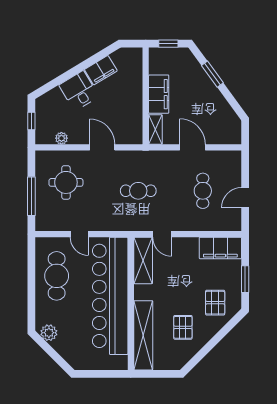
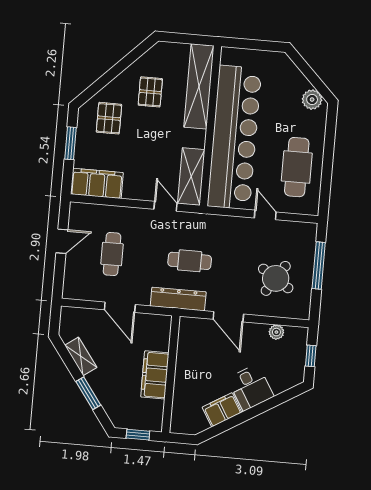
shelving: (155, 130) -> (81, 356), moved, turned -36
dresser: (145, 158) -> (178, 299), added
round table: (66, 182) -> (276, 278), turned 33

